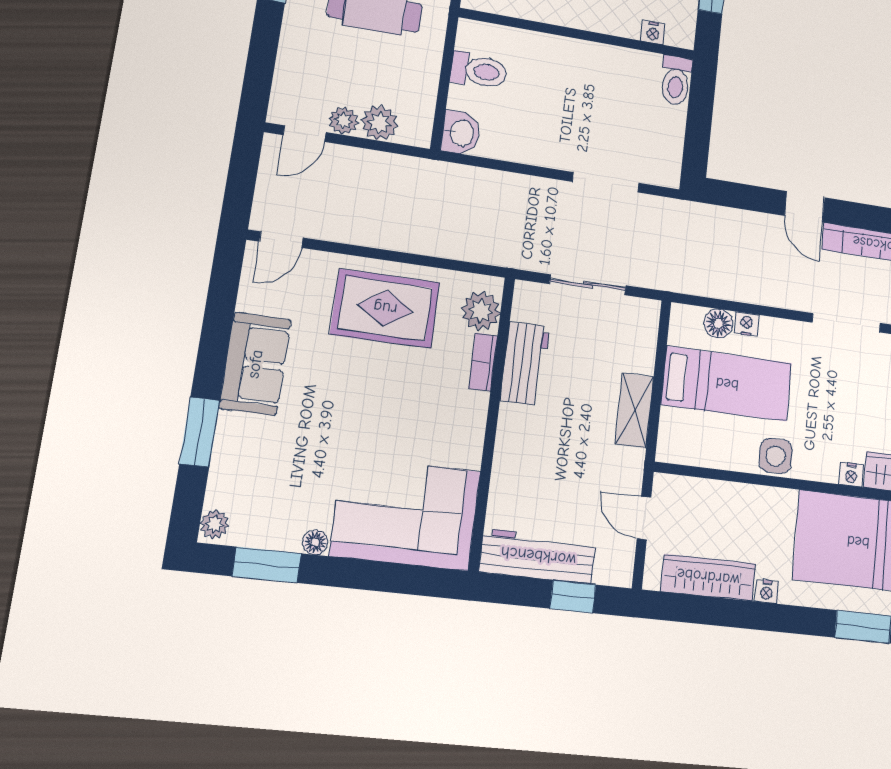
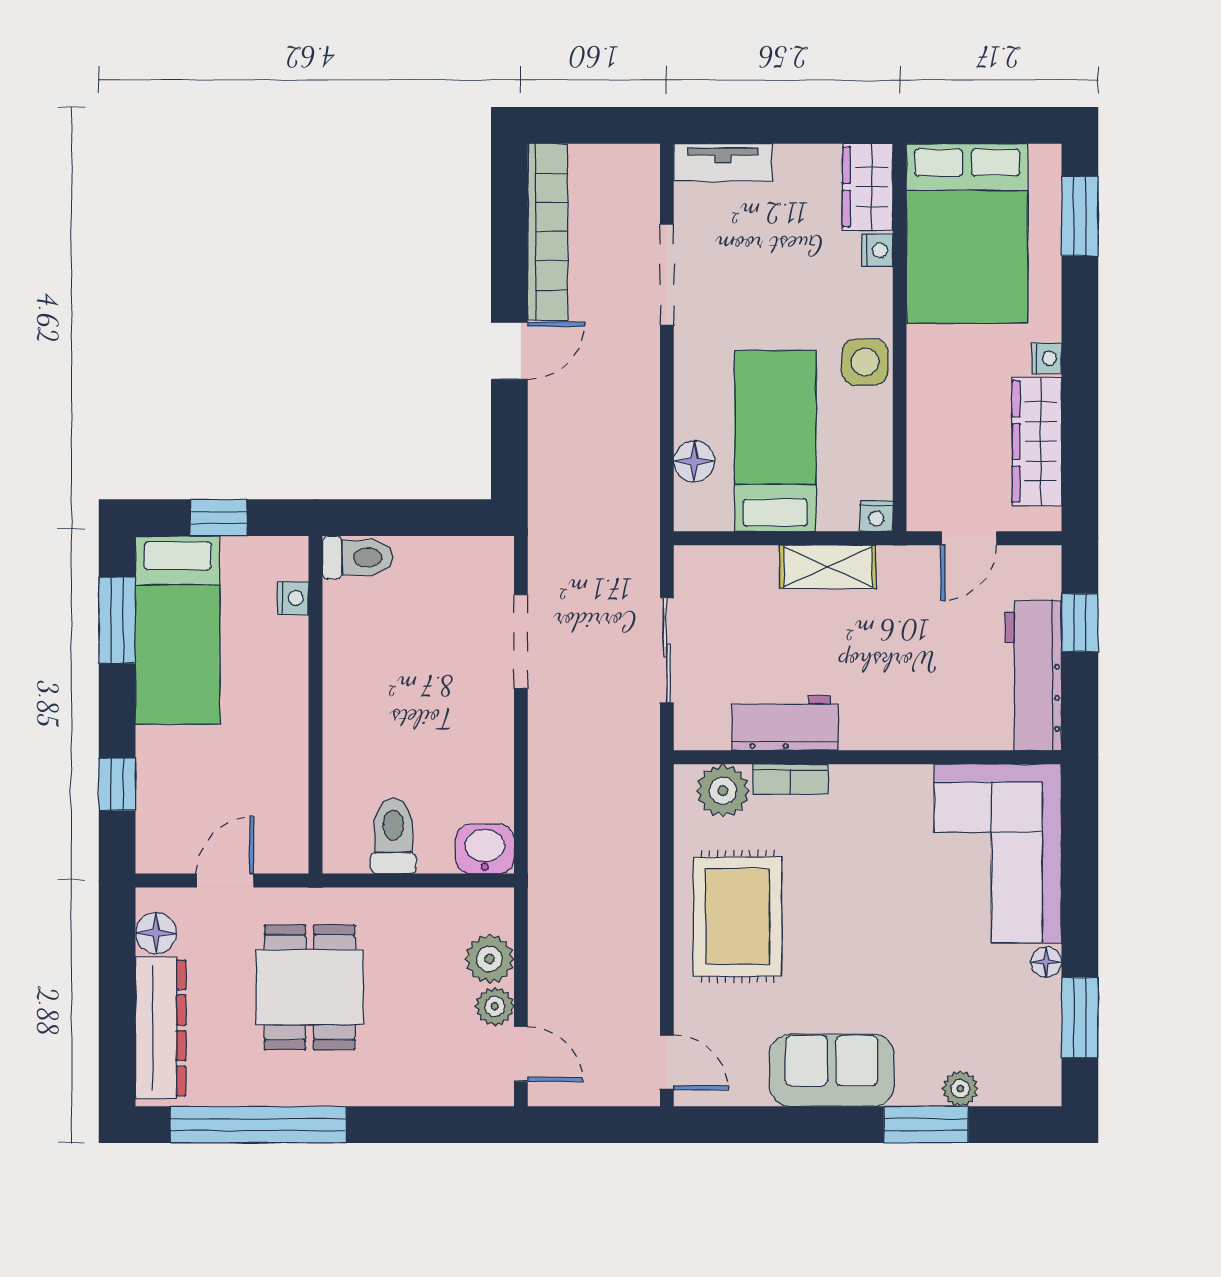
nightstand: (746, 324) -> (876, 516), moved, turned -90
plant: (214, 524) -> (960, 1089), moved

